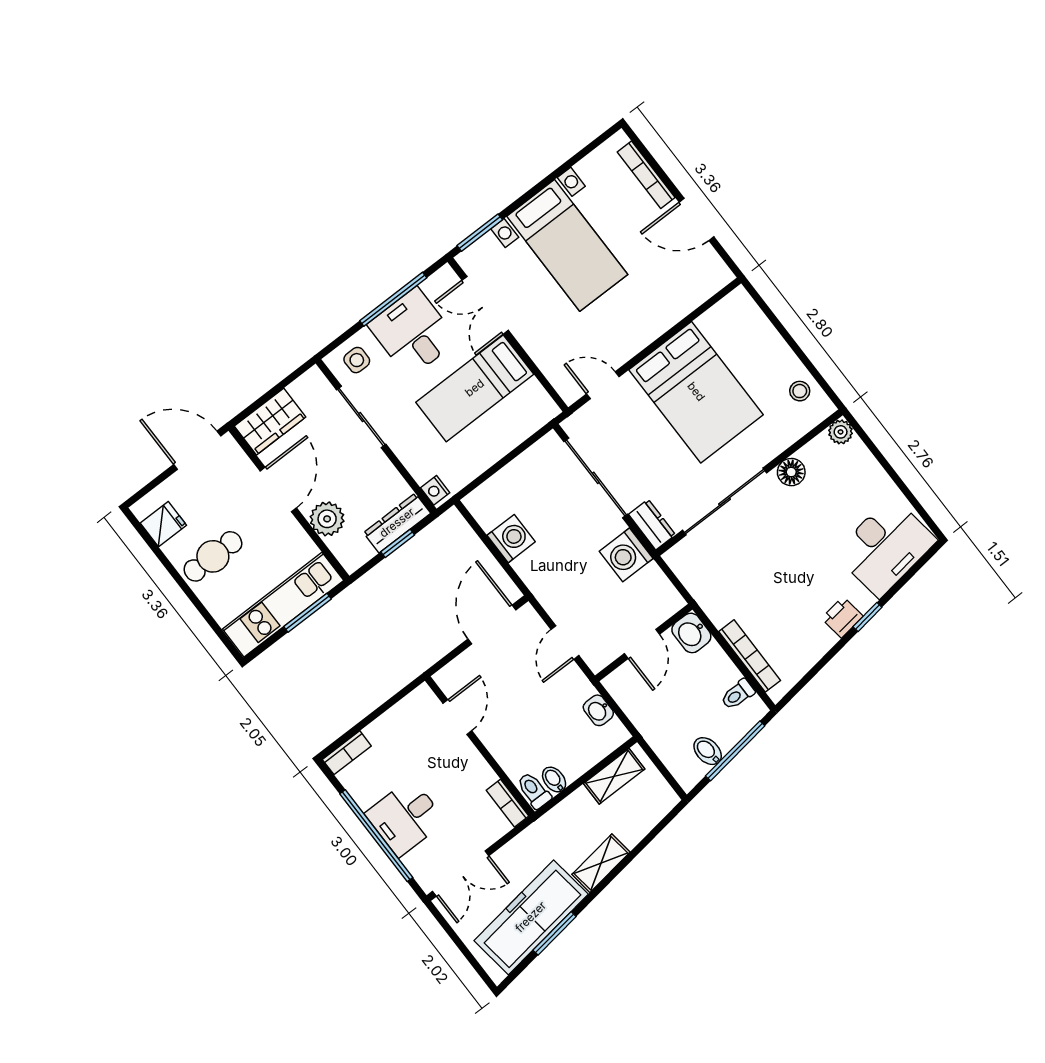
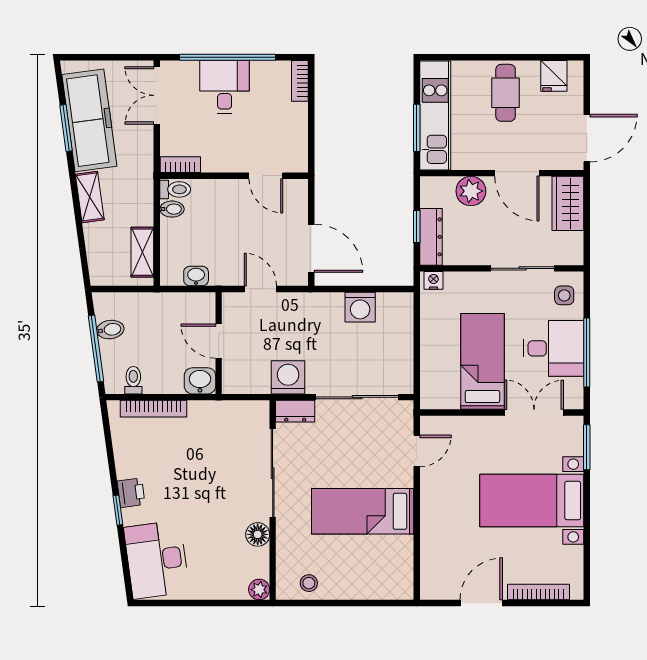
bed: (696, 392) -> (363, 511), width x0.67

